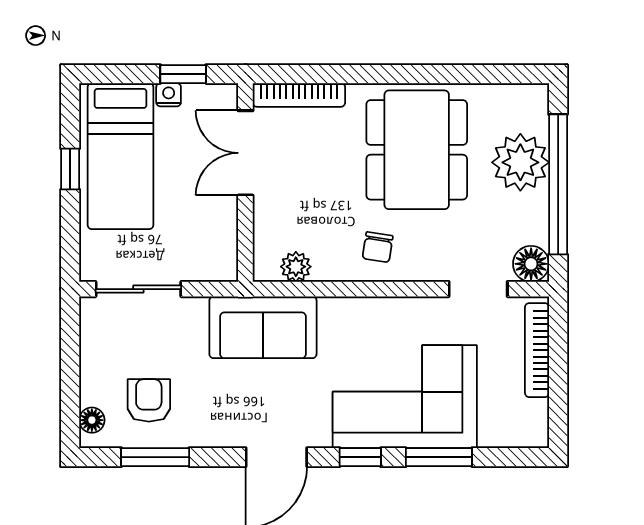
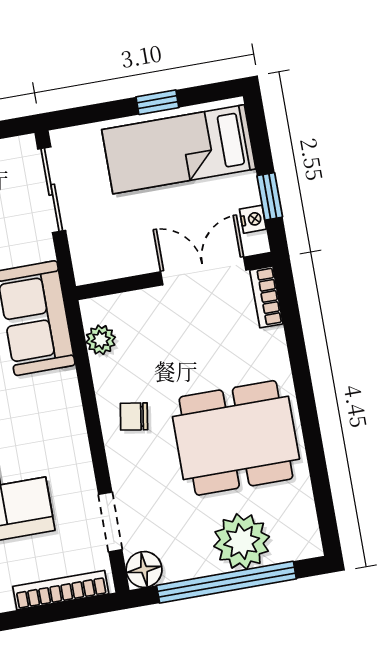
nightstand: (169, 95) -> (253, 219), moved
bookcase: (299, 95) -> (266, 297), width x0.64

